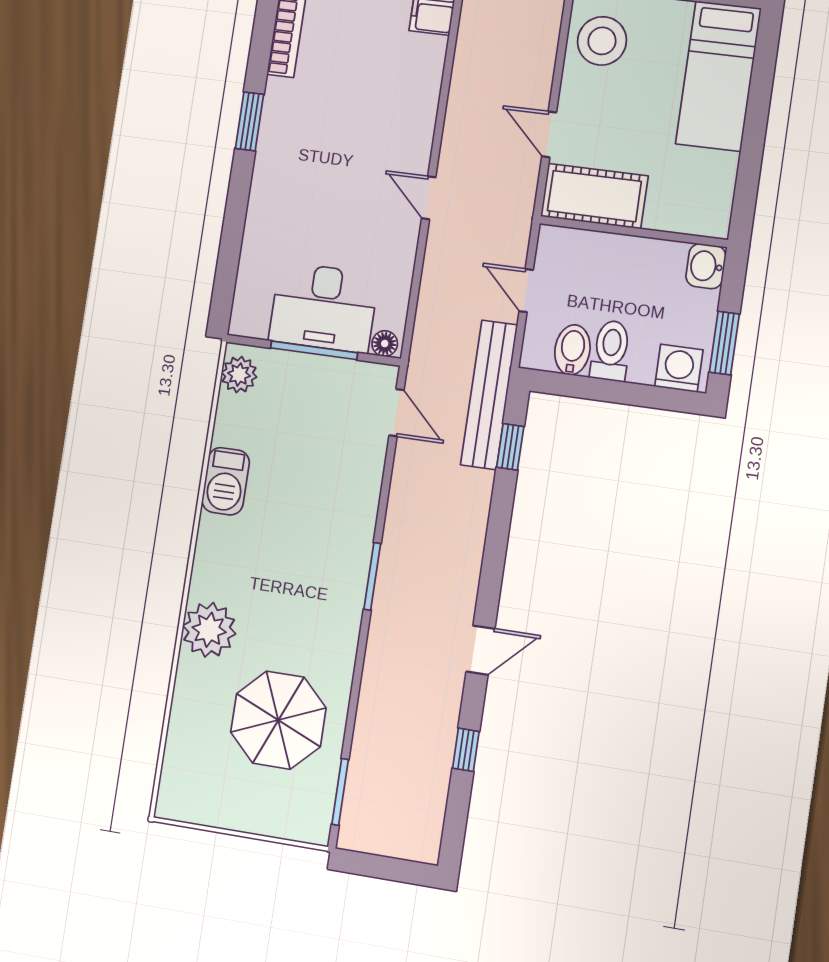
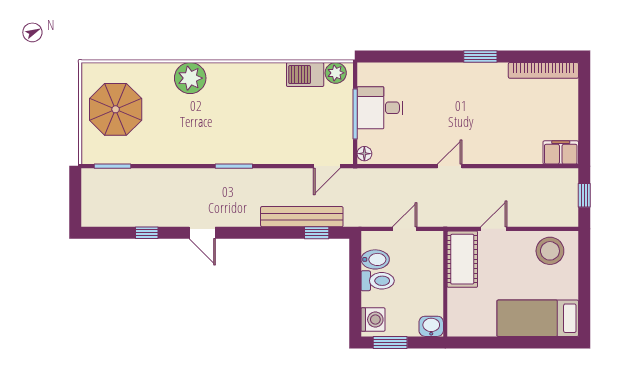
desk: (324, 307) -> (380, 108), width x0.73
bench: (489, 395) -> (302, 217), moved
barbecue: (226, 481) -> (305, 75), moved
parasol: (278, 720) -> (116, 109), moved

